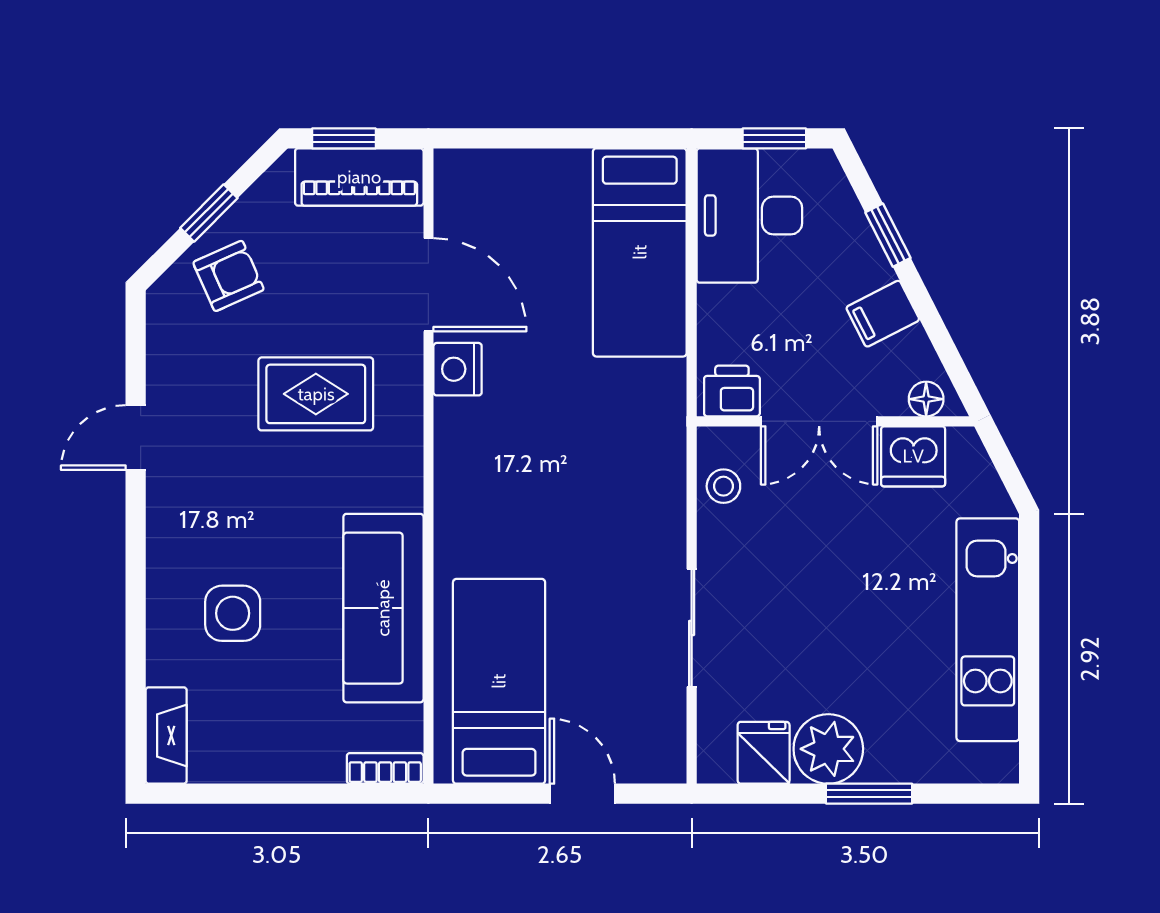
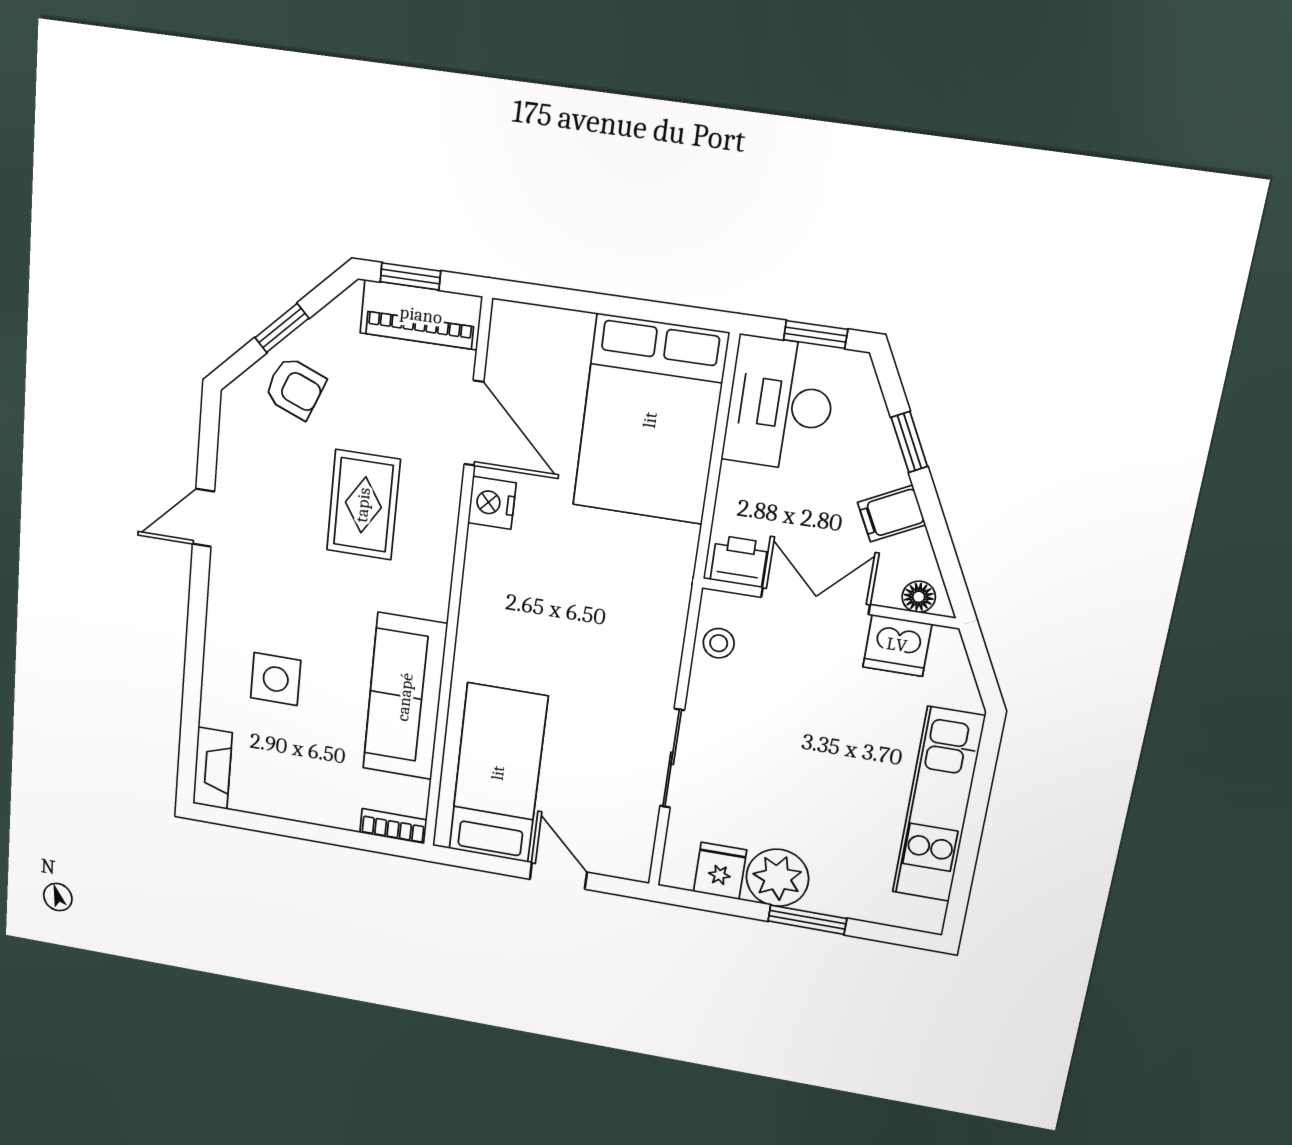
bed: (640, 252) -> (650, 420), width x1.50
armchair: (229, 276) -> (295, 388), turned 46
rug: (316, 394) -> (363, 505), turned 90
double door: (819, 421) -> (815, 601), swing flipped

